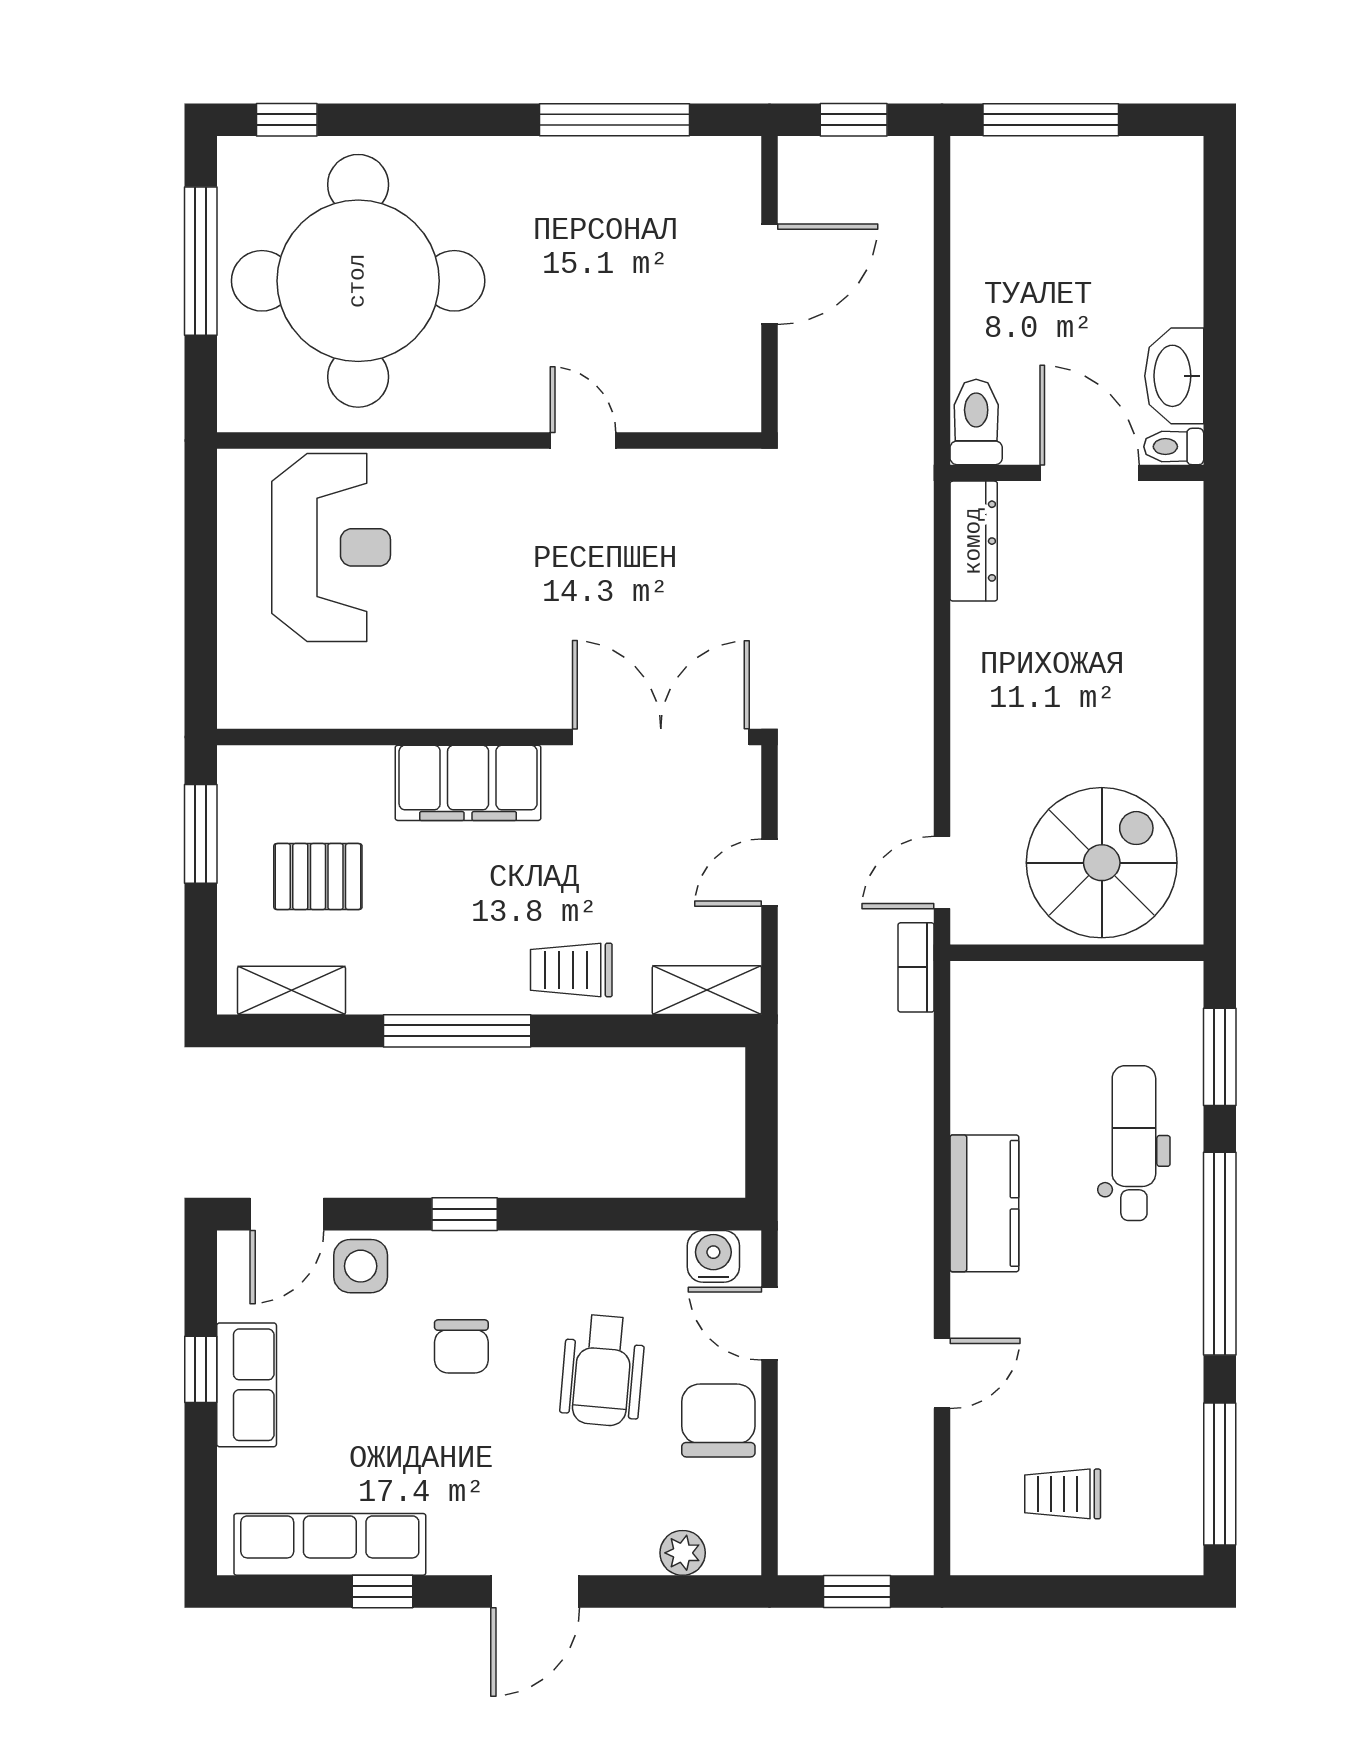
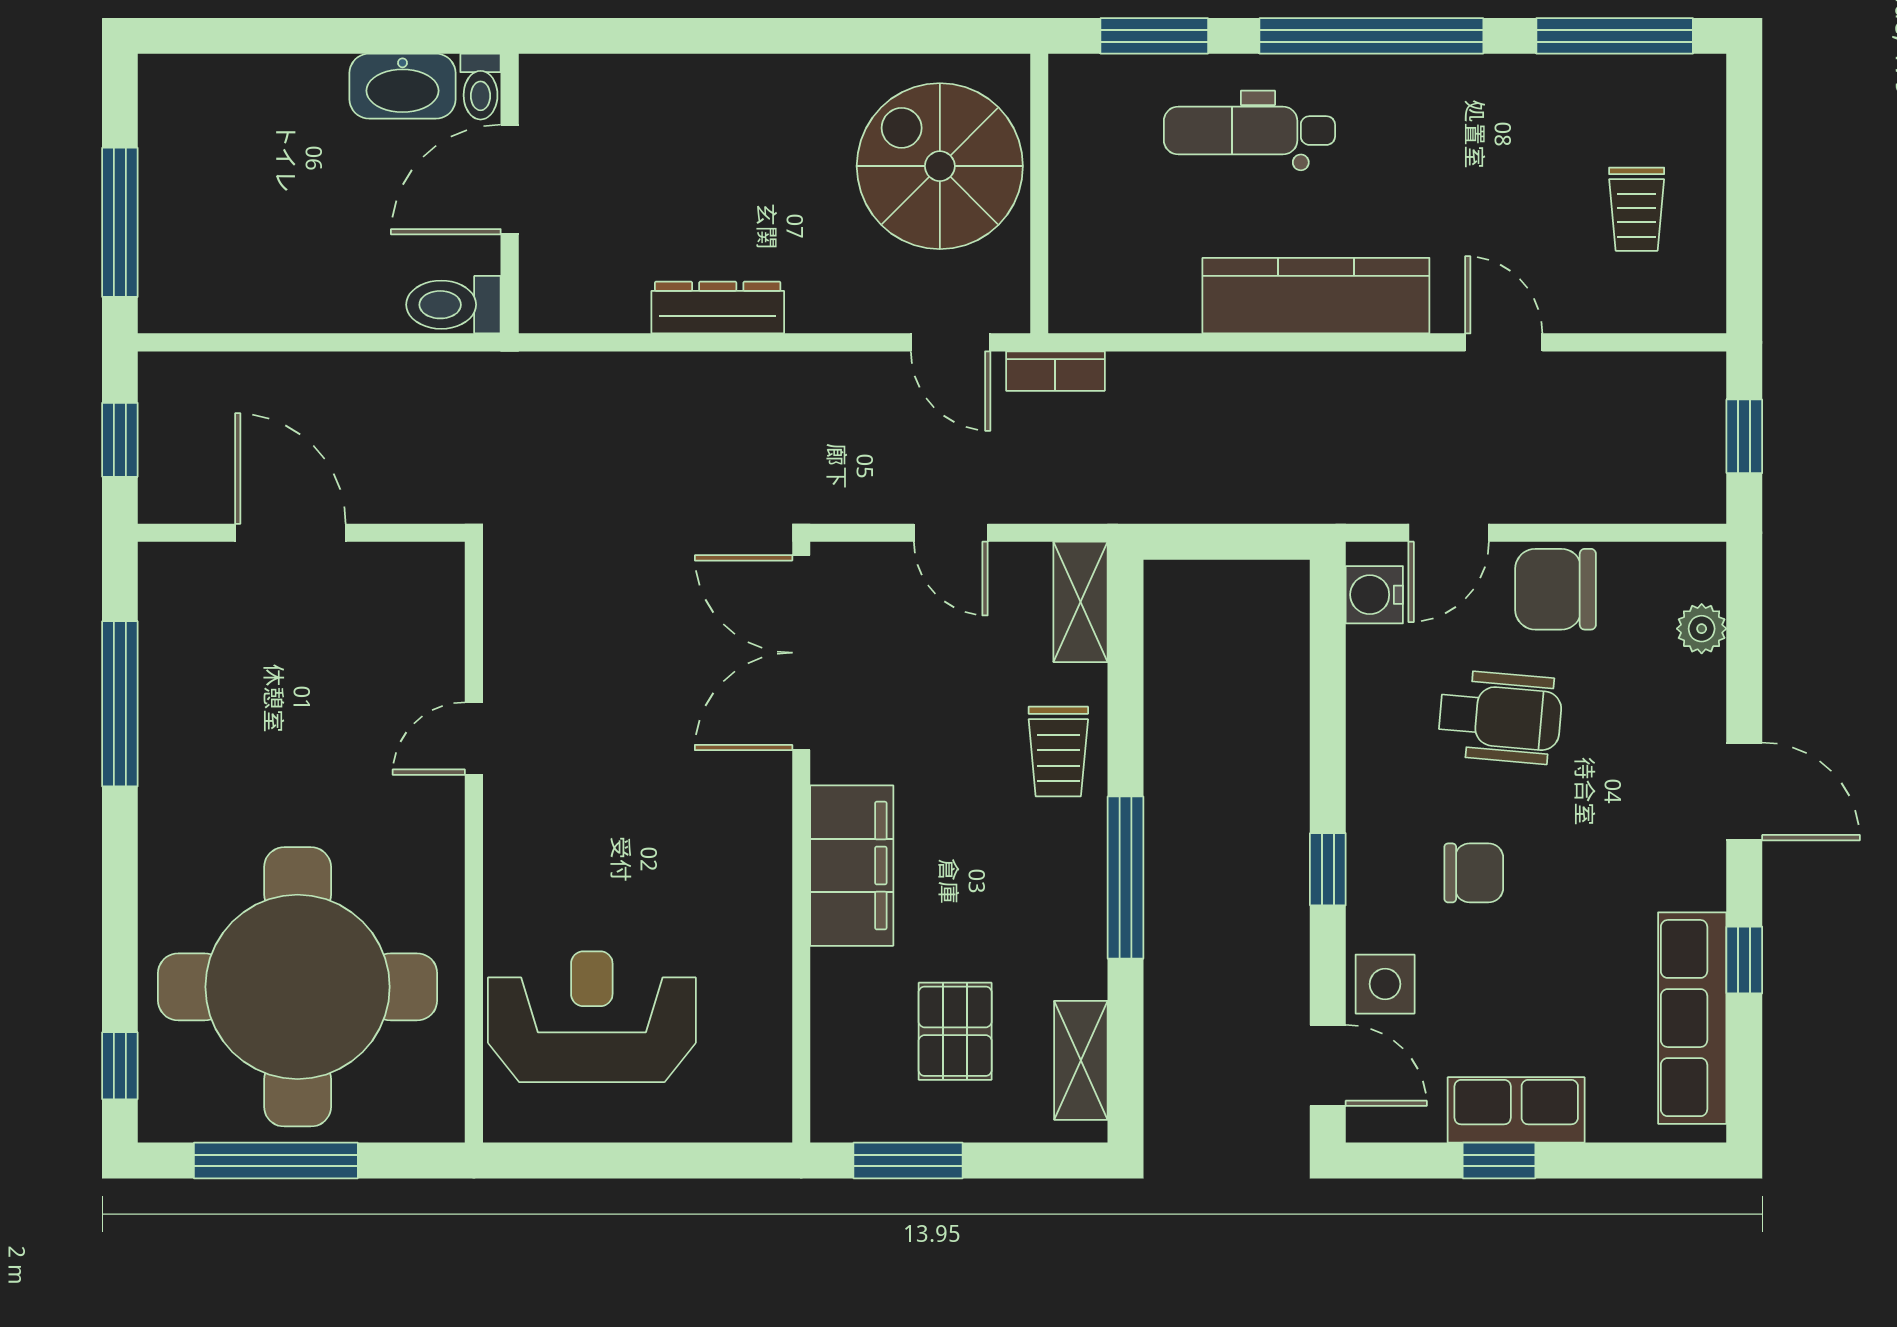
dresser: (974, 541) -> (718, 307), moved
kitchen counter: (984, 1203) -> (1316, 296), width x1.50

